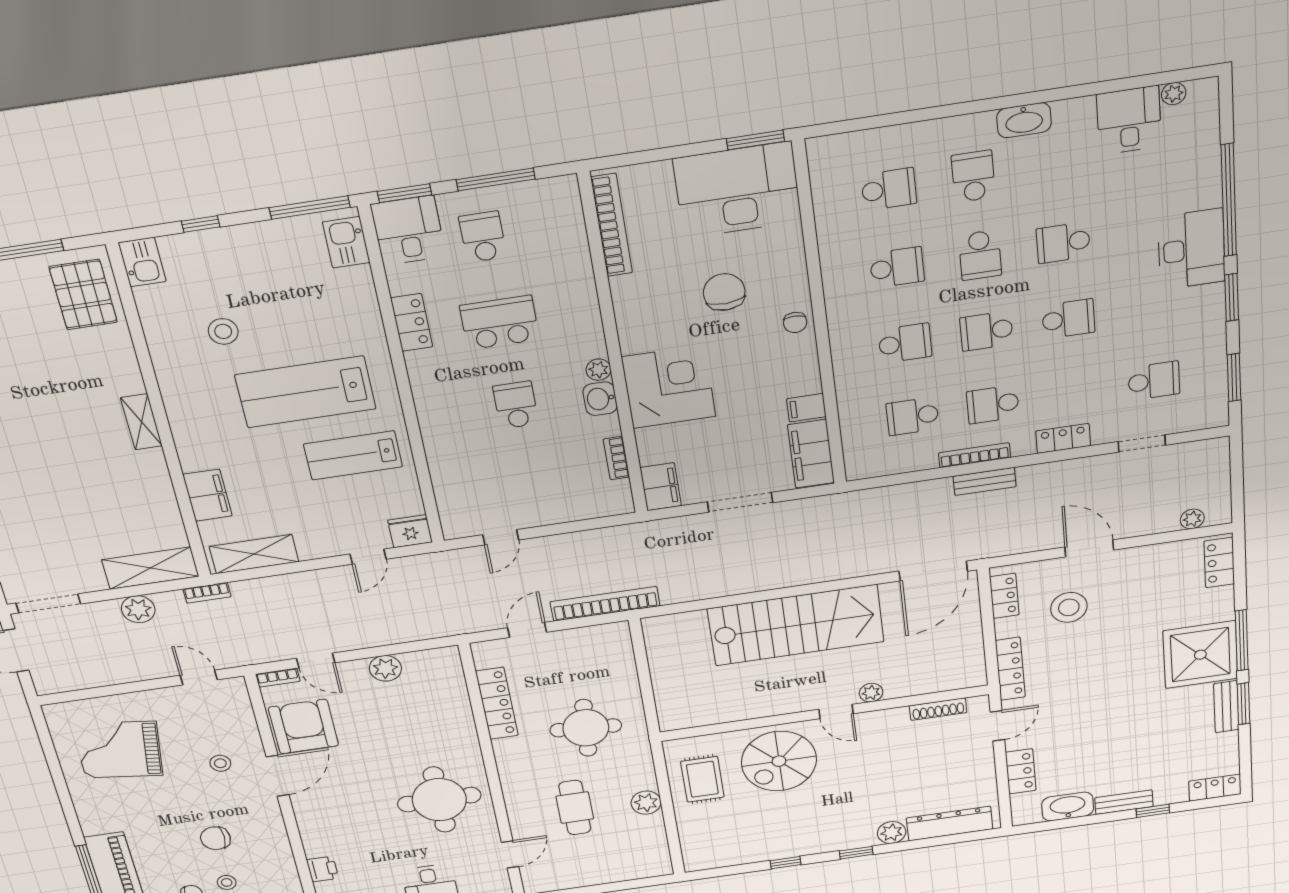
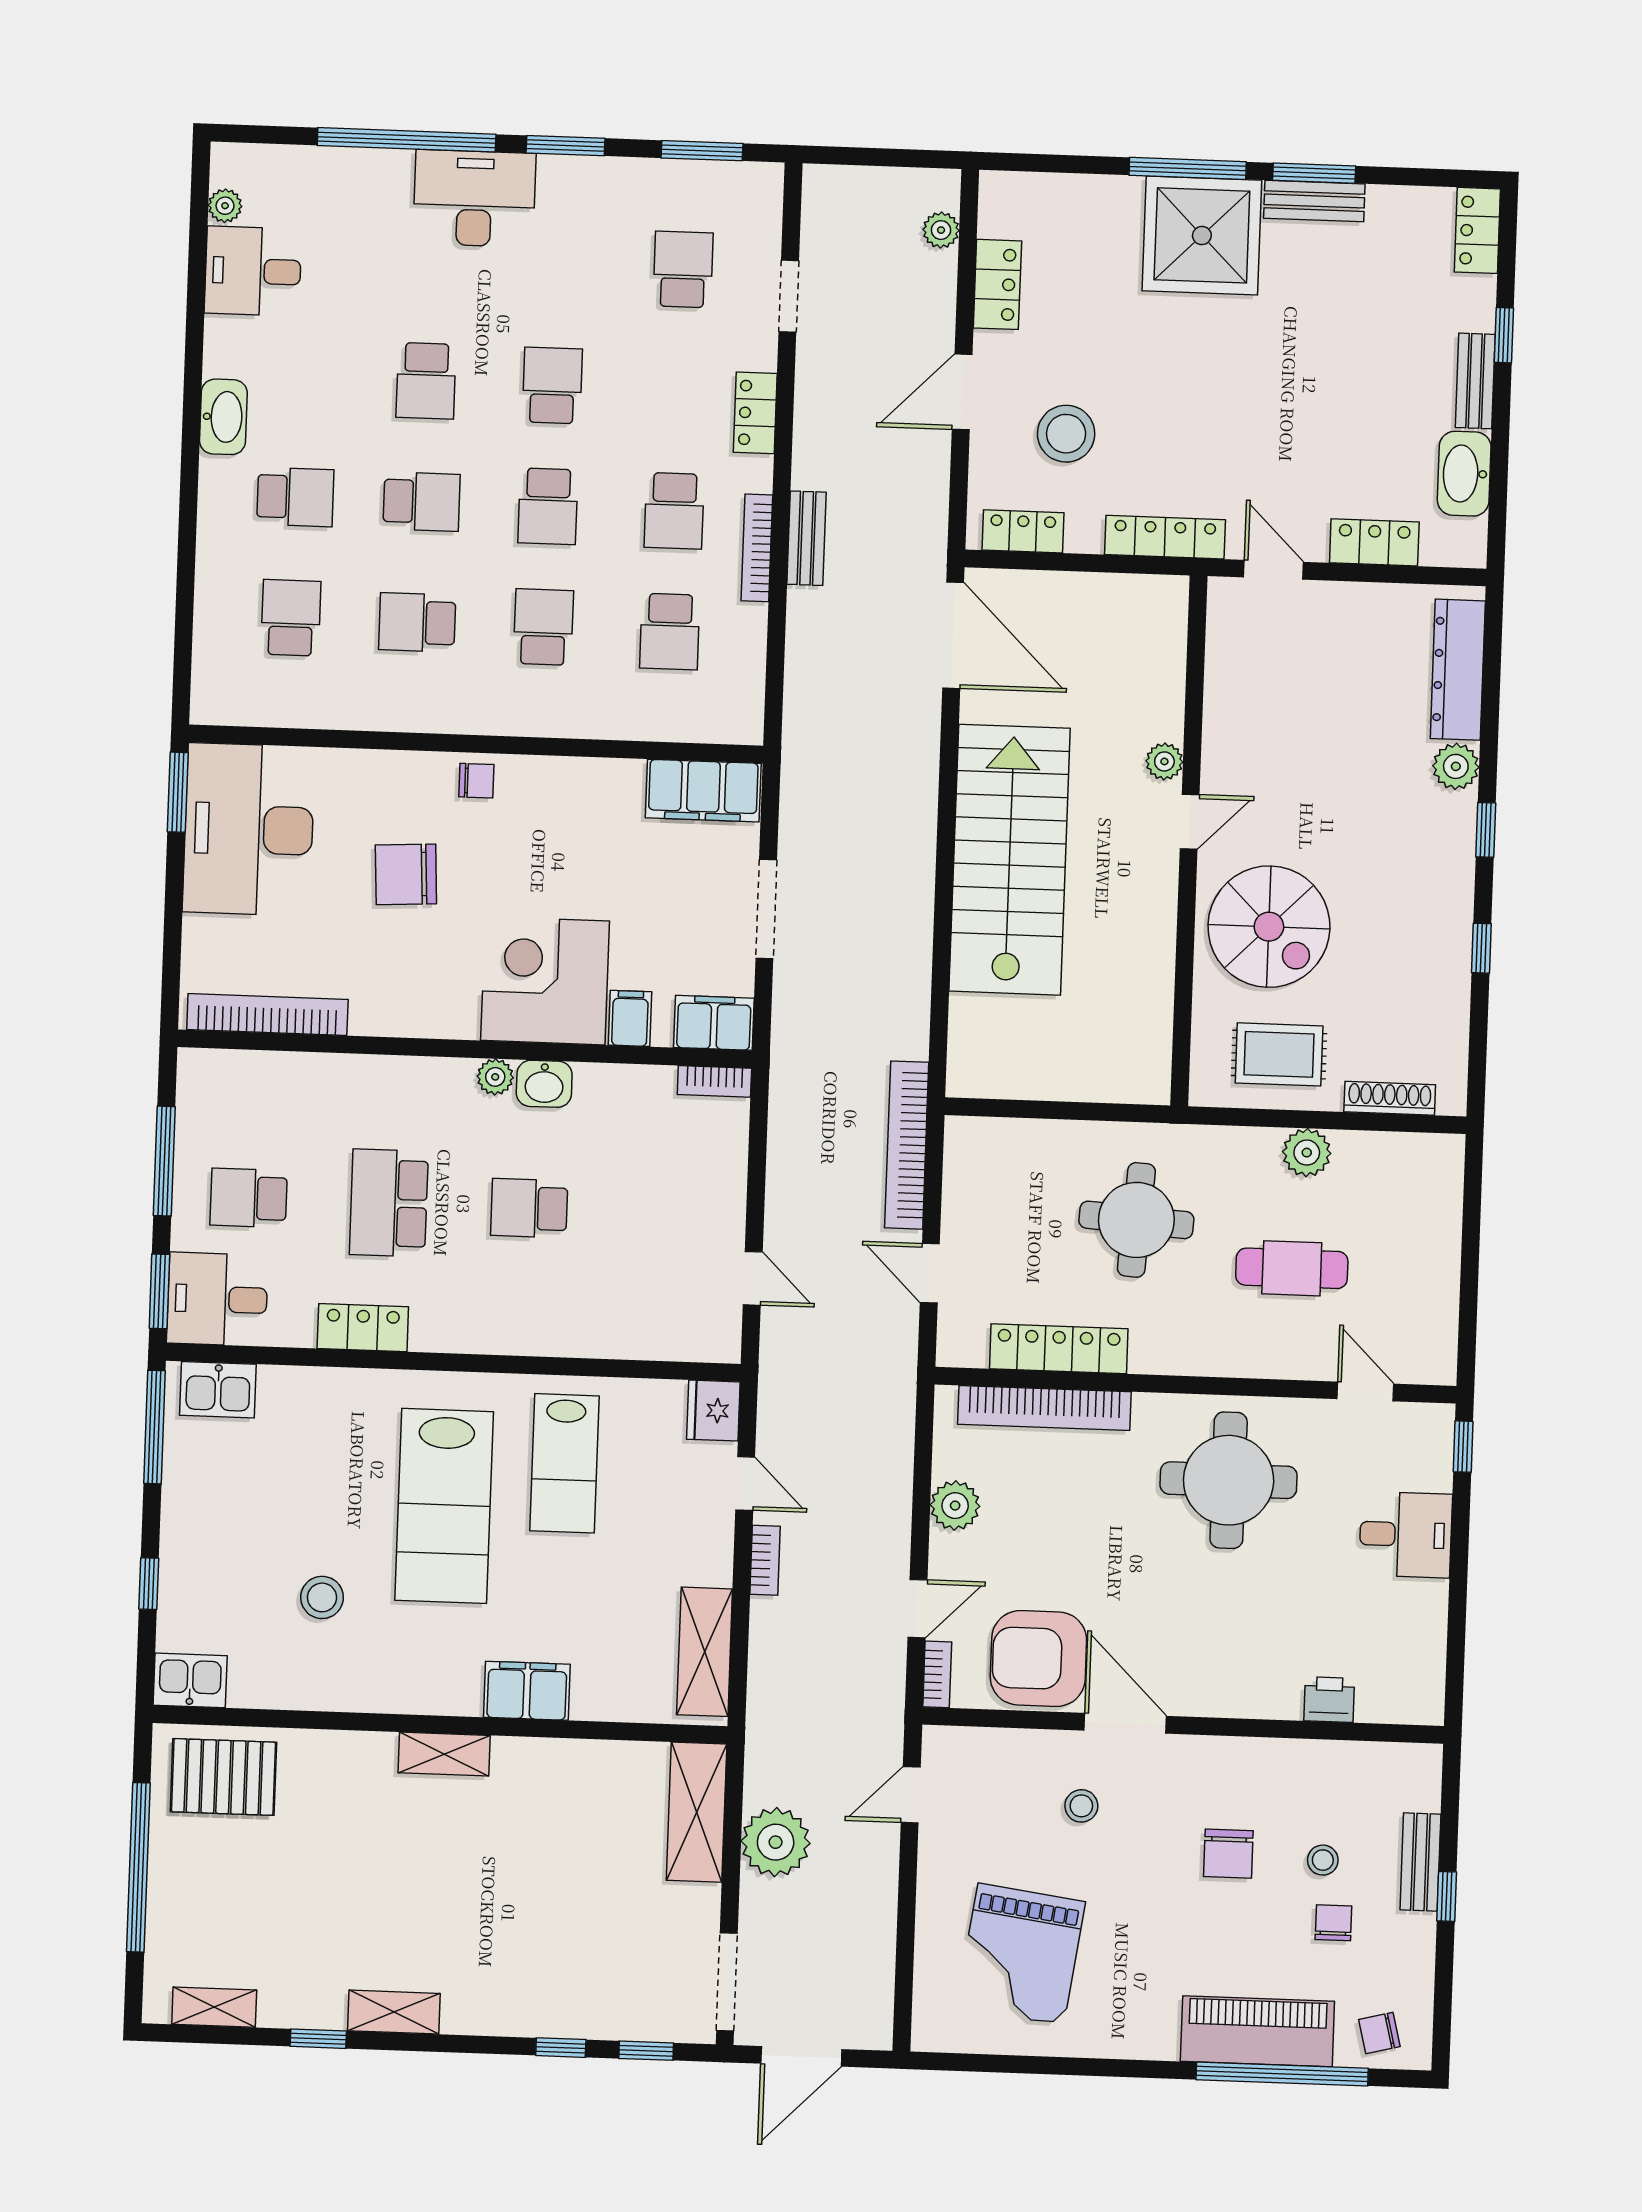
school desk: (973, 176) -> (295, 497), turned 180
school desk: (897, 267) -> (417, 622), turned -90
filing cabinet: (806, 408) -> (630, 1018), moved, turned 180
bookcase: (616, 458) -> (714, 1081), moved
filing cabinet: (207, 495) -> (527, 1691), moved
locker: (1219, 563) -> (997, 284), moved, turned -90
bookcase: (207, 593) -> (765, 1560), moved
plant: (138, 609) -> (776, 1842), width x1.36, depth x1.36
bookcase: (458, 703) -> (1044, 1408), added
shoe rack: (938, 709) -> (1390, 1098), moved, turned -90

